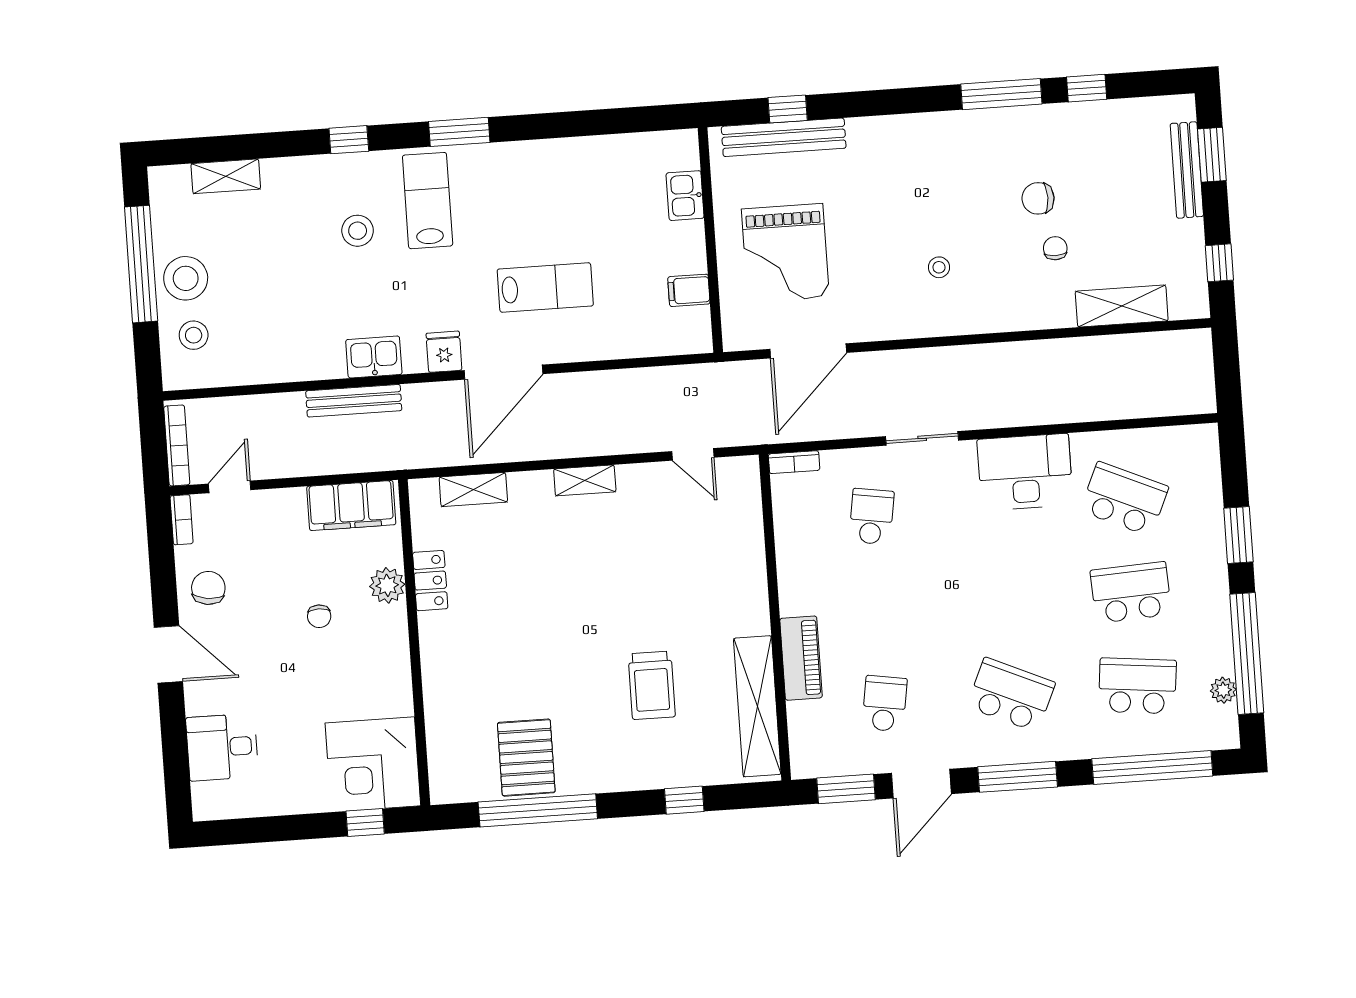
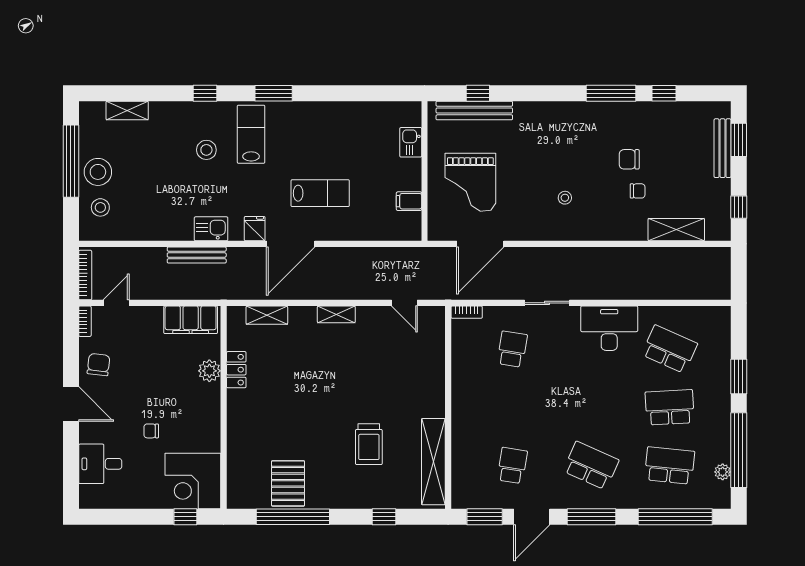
chair: (1055, 248) -> (638, 191), turned 90
chair: (319, 616) -> (151, 431), moved, turned 90
piano: (801, 658) -> (463, 434), removed

